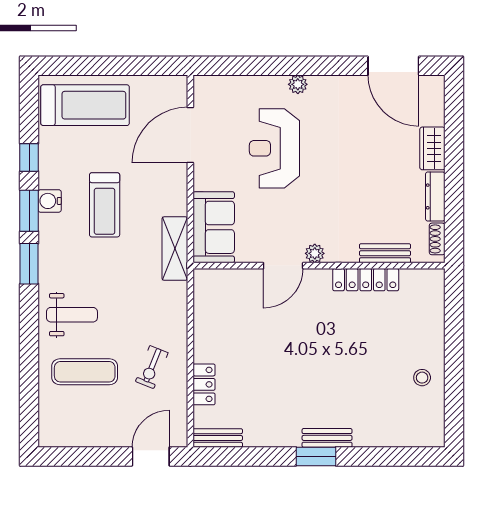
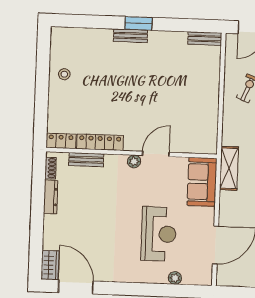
plant: (298, 84) -> (175, 278), moved
wardrobe: (432, 148) -> (50, 265), moved
locker: (204, 384) -> (61, 141), moved, turned 90

